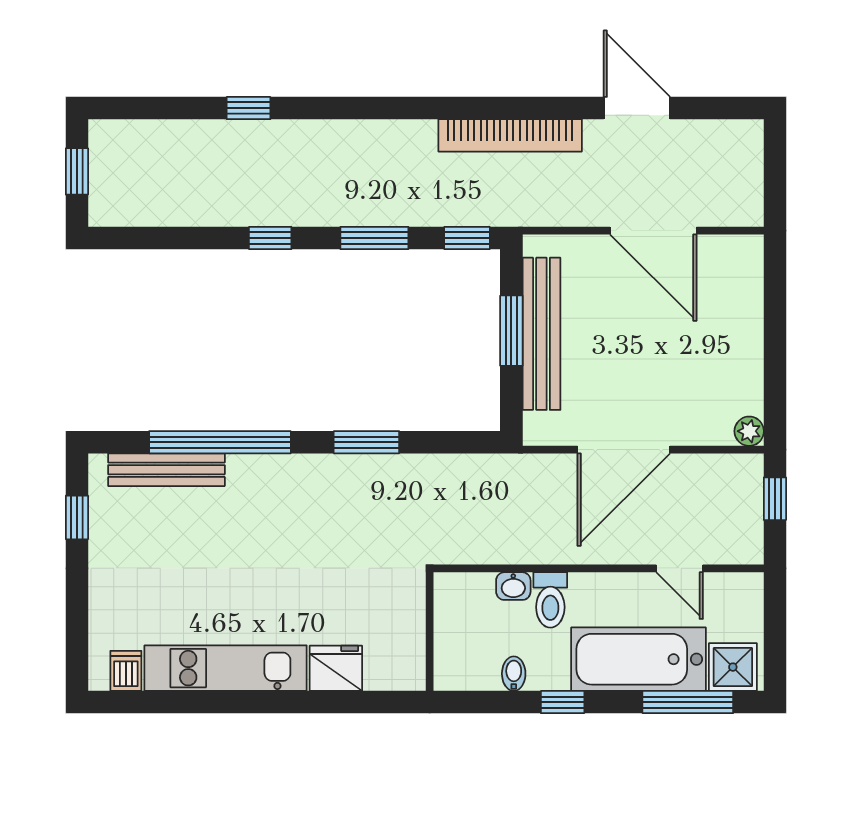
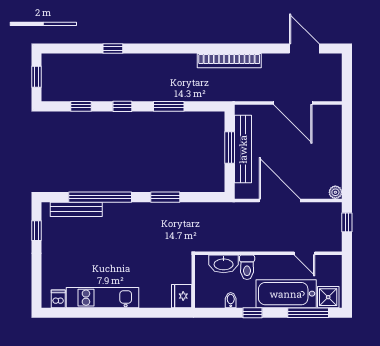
door: (637, 108) -> (304, 49), moved
window: (467, 238) -> (81, 106), moved
door: (624, 450) -> (280, 200), swing flipped
washbasin: (513, 586) -> (224, 264), width x1.91, depth x1.45
fridge: (336, 668) -> (182, 296), moved, turned -90

